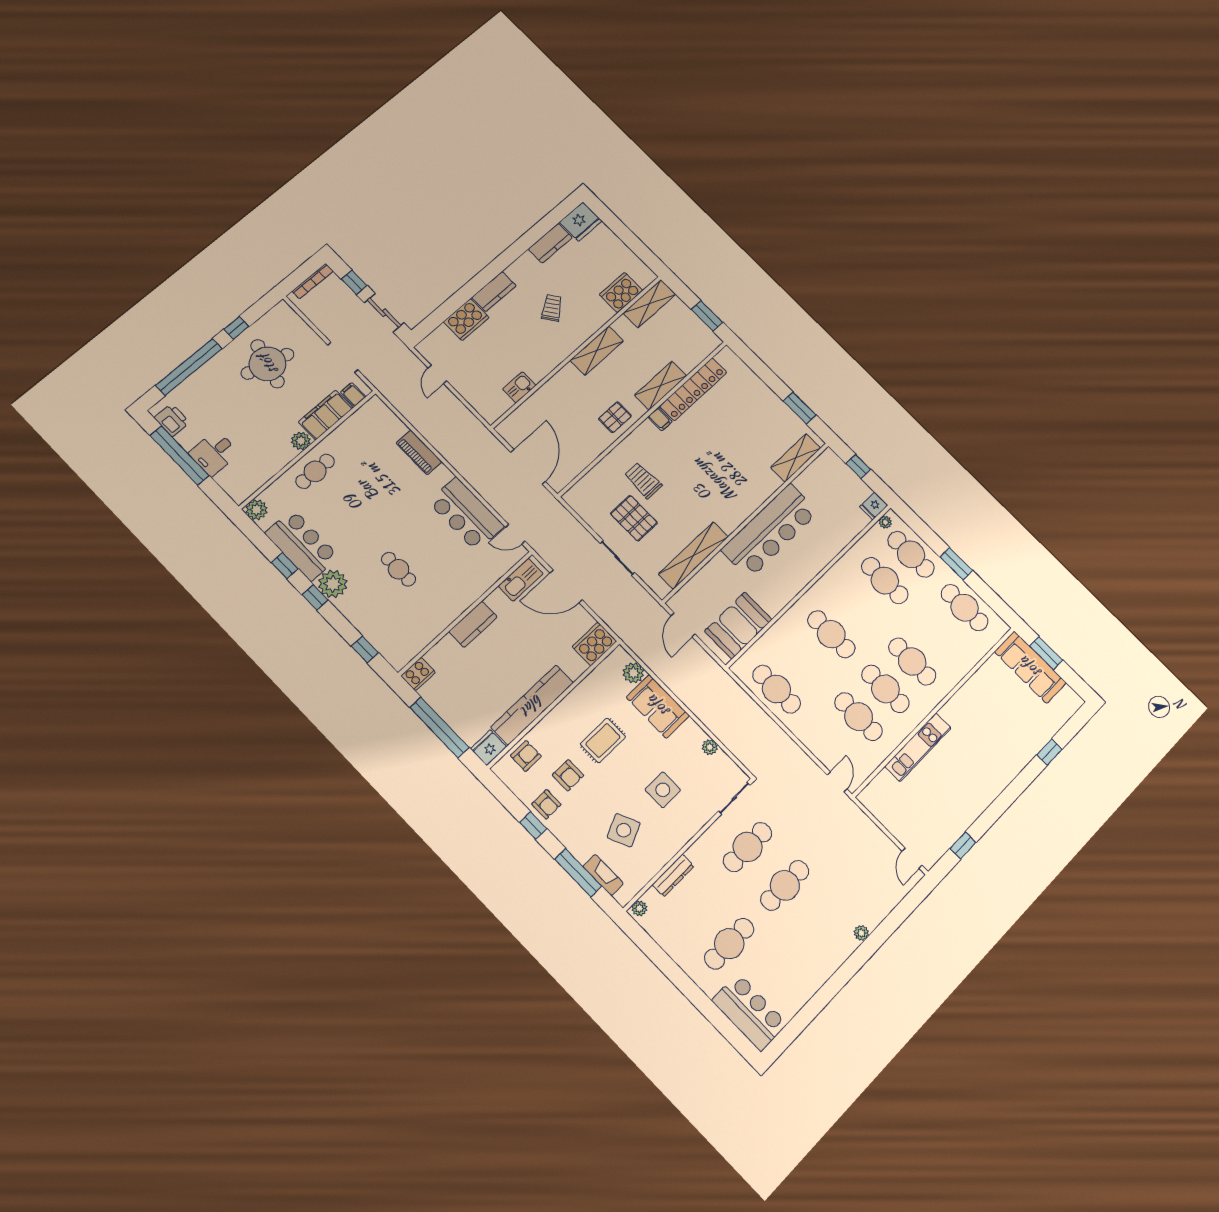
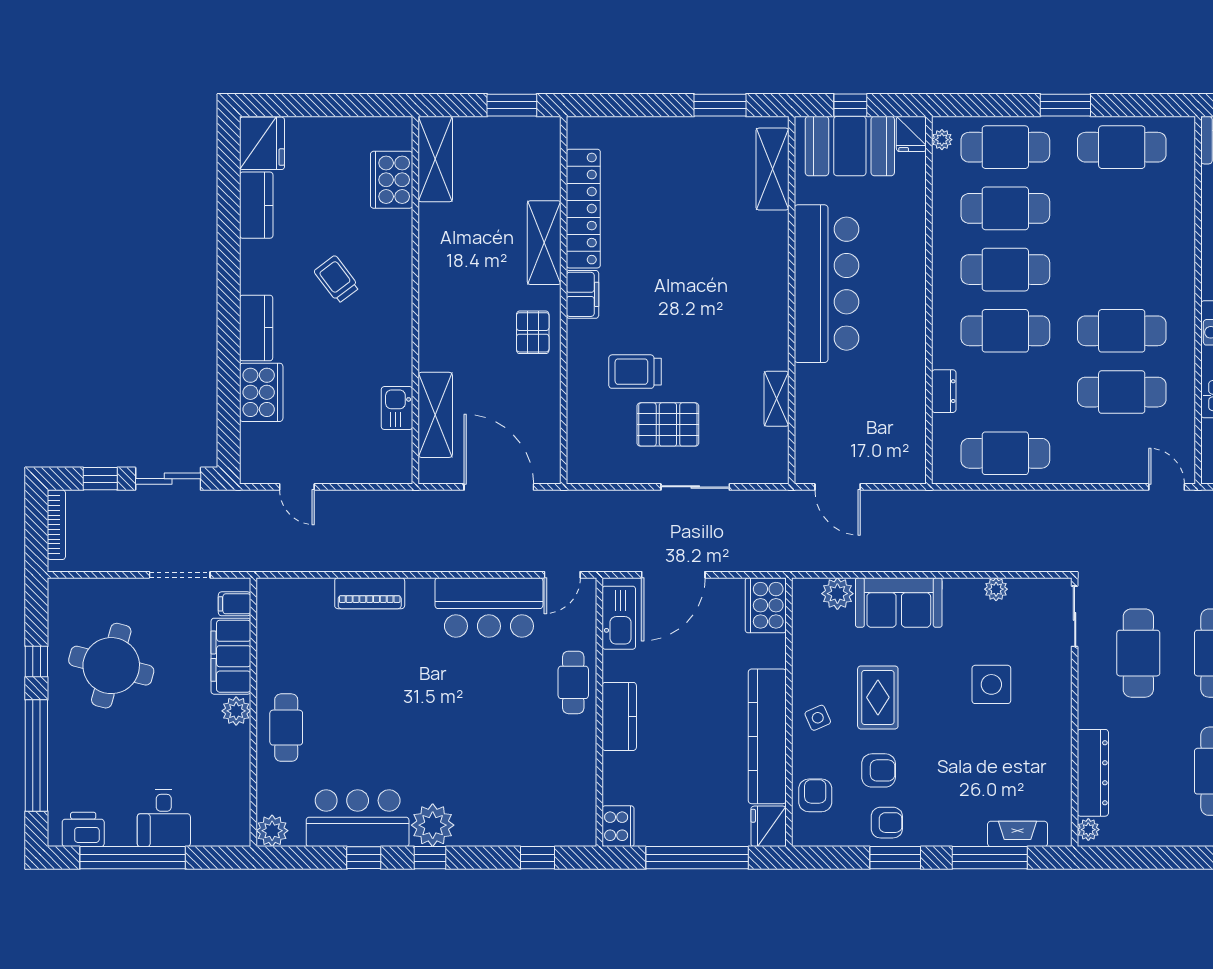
shelving: (597, 351) -> (435, 415), moved
filing cabinet: (660, 419) -> (583, 294), width x2.00
shelving: (693, 555) -> (776, 399), width x0.45, depth x0.75
cafe table: (399, 569) -> (573, 682), moved, turned 90
booth: (738, 625) -> (850, 146), moved, turned 90
dresser: (776, 632) -> (944, 391), added
cafe table: (912, 661) -> (1005, 270), moved
window: (533, 825) -> (895, 858), width x1.50
side table: (624, 830) -> (818, 718), moved, width x0.54, depth x0.54
dresser: (673, 875) -> (1093, 773), width x1.37, depth x1.24

